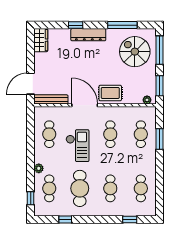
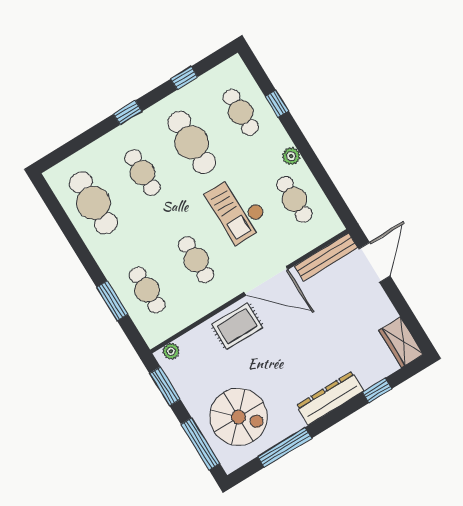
window: (76, 25) -> (377, 391), moved
plant: (39, 168) -> (291, 156), moved
cafe table: (141, 188) -> (93, 203), width x1.37, depth x1.35
window: (31, 198) -> (277, 104), moved
window: (130, 220) -> (128, 113), moved

